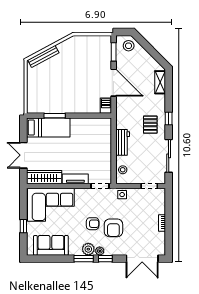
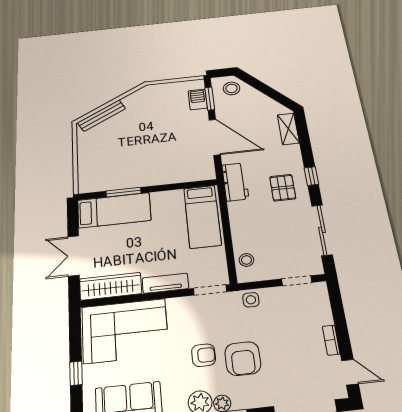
barbecue: (106, 106) -> (198, 99), moved
bed: (100, 138) -> (202, 217), added
workbench: (123, 142) -> (235, 182), moved
door: (169, 242) -> (350, 372), added

